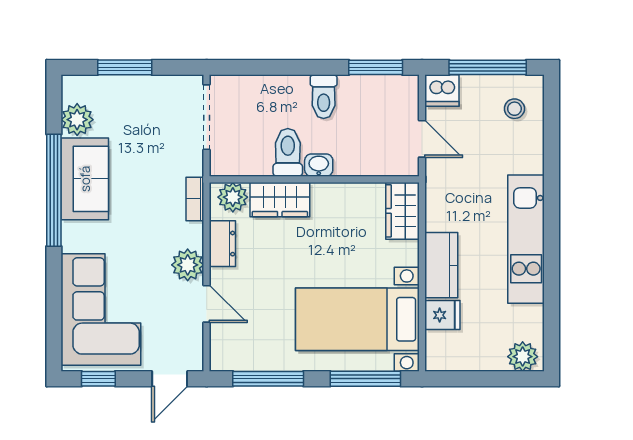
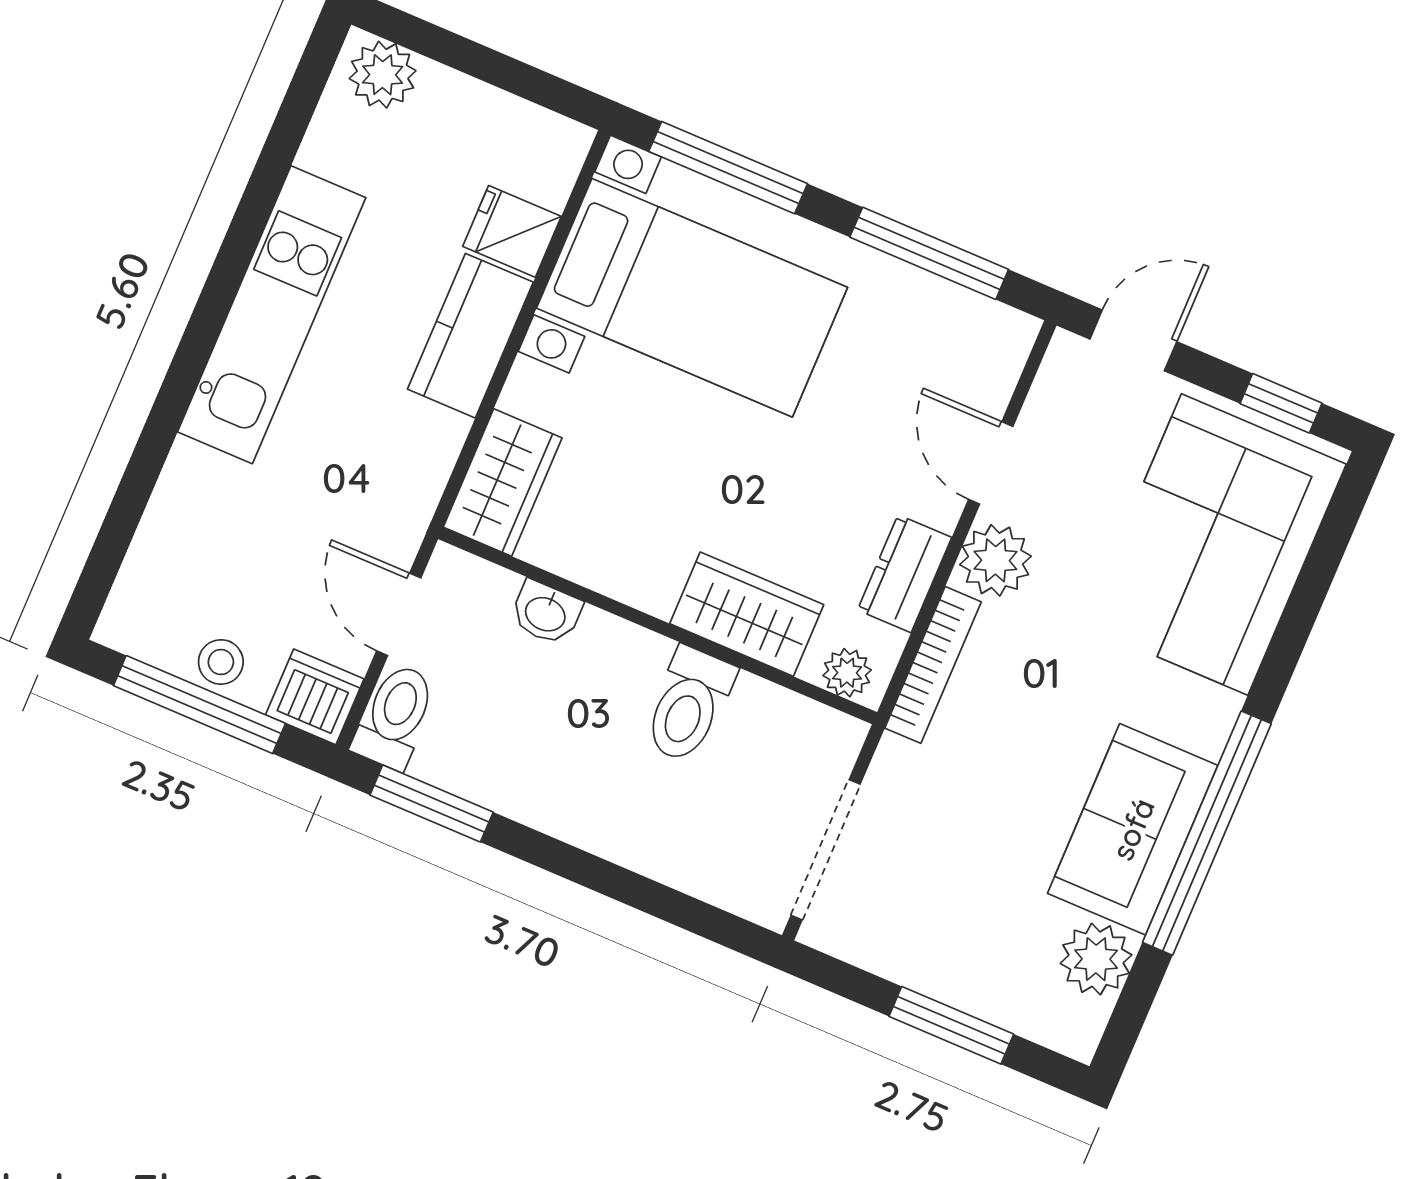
toilet: (324, 97) -> (395, 716), moved
stool: (514, 109) -> (221, 662), moved
washbasin: (319, 165) -> (546, 613), moved
plant: (233, 197) -> (847, 673), width x0.73, depth x0.73
bookcase: (195, 199) -> (933, 665), width x1.56

